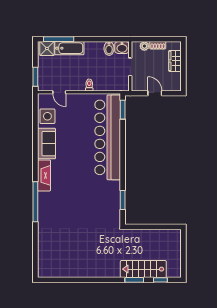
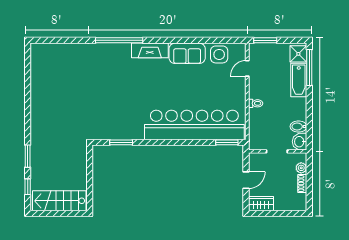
wardrobe: (175, 61) -> (261, 204), moved
stairs: (143, 269) -> (59, 201), moved, turned -90

